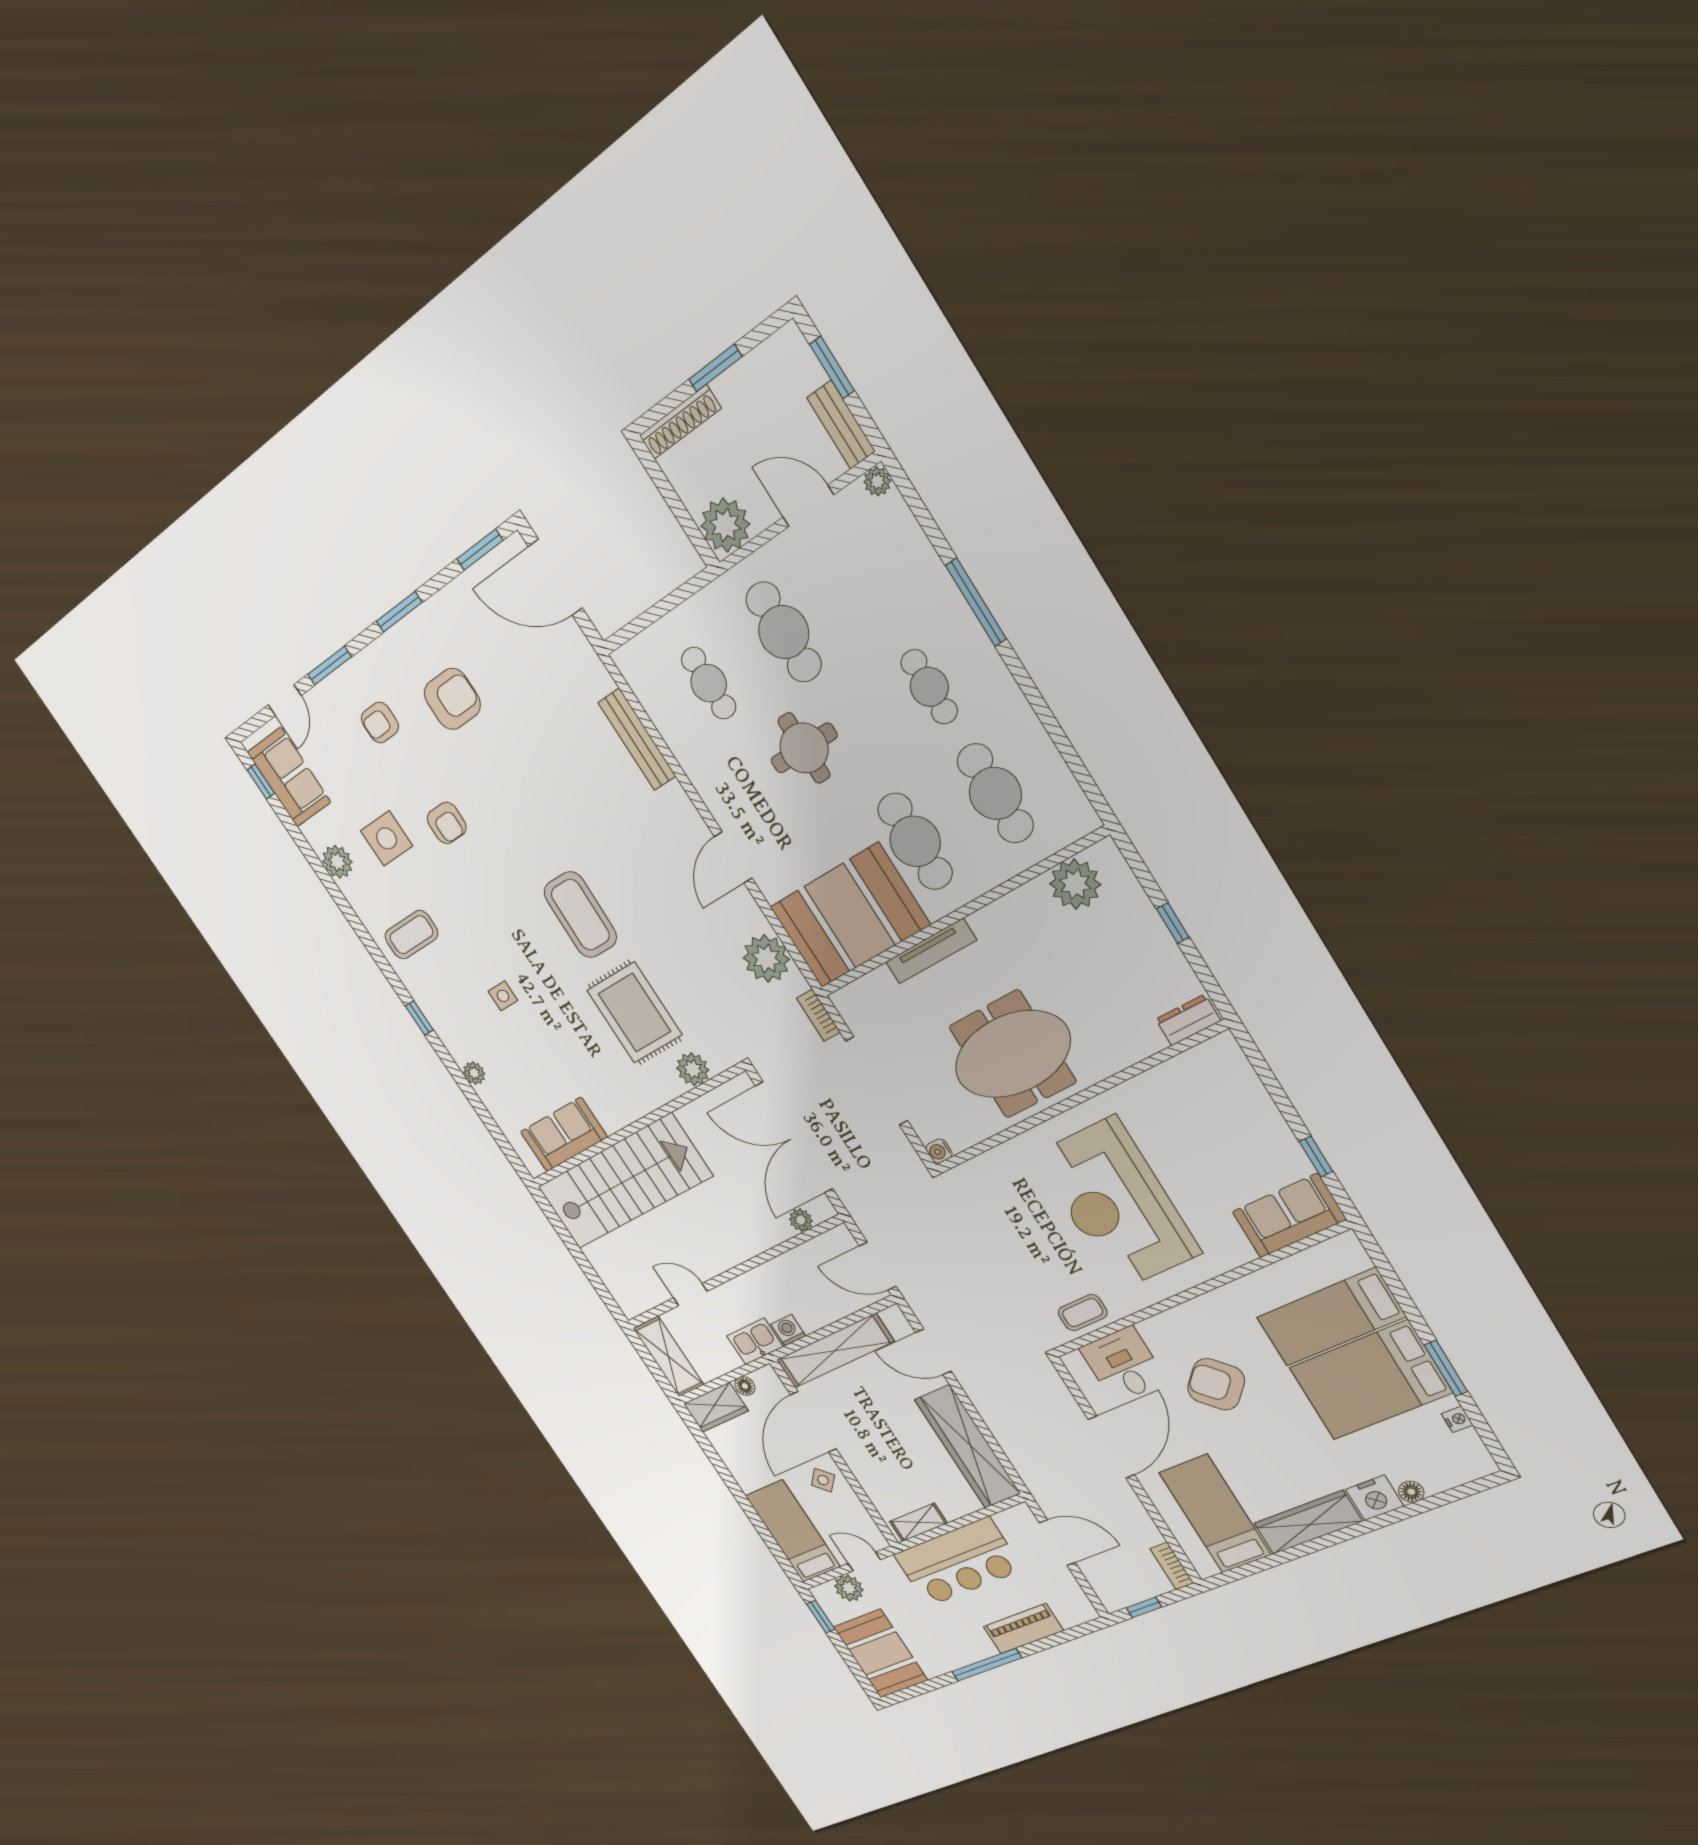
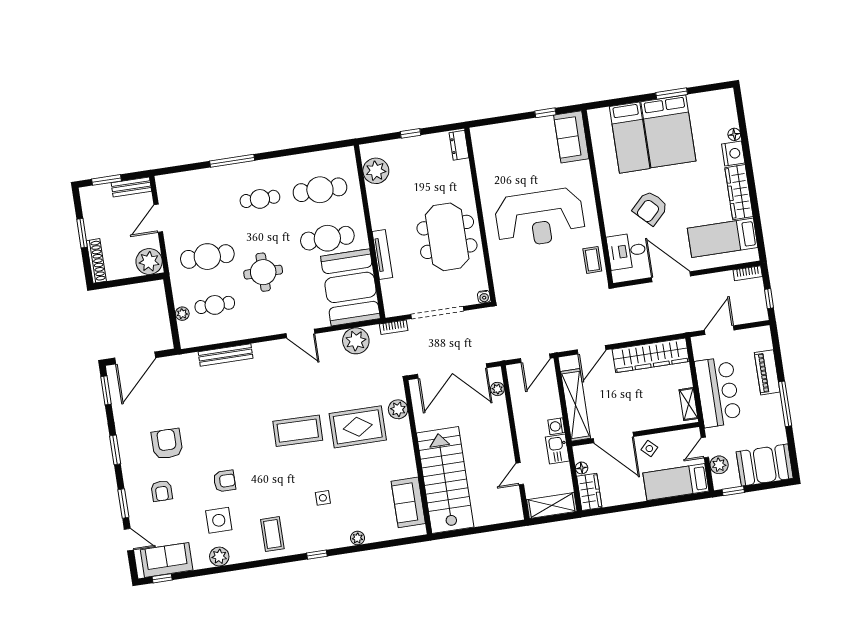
plant: (877, 481) -> (182, 314), moved
nightstand: (1457, 1419) -> (700, 98), removed

